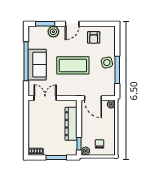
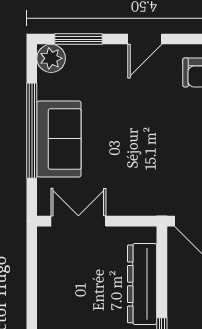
plant: (53, 32) -> (51, 58), moved
coffee table: (73, 65) -> (147, 141), removed

